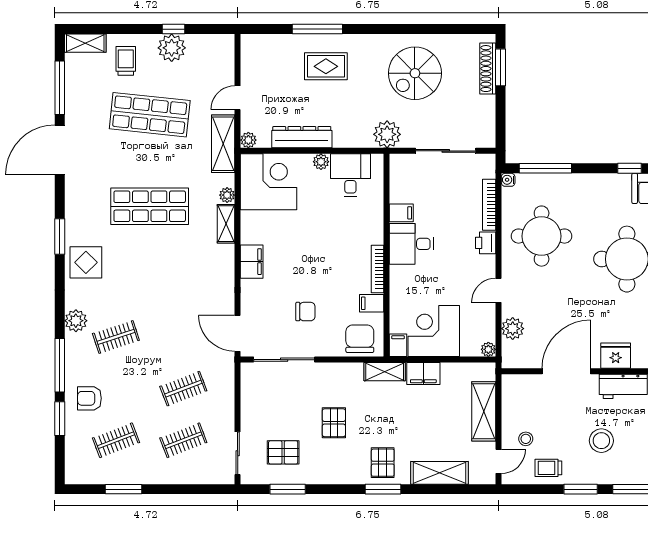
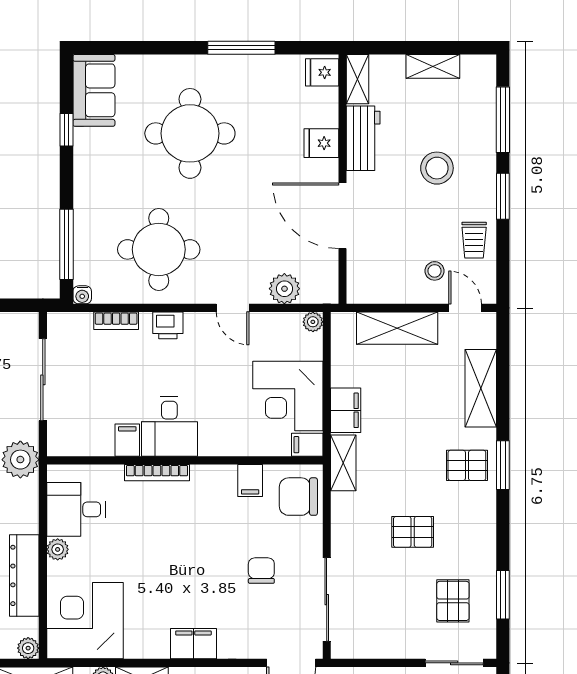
bookcase: (489, 205) -> (116, 321), width x0.64
bookcase: (377, 269) -> (157, 473), moved
fridge: (616, 356) -> (321, 143), width x0.72

